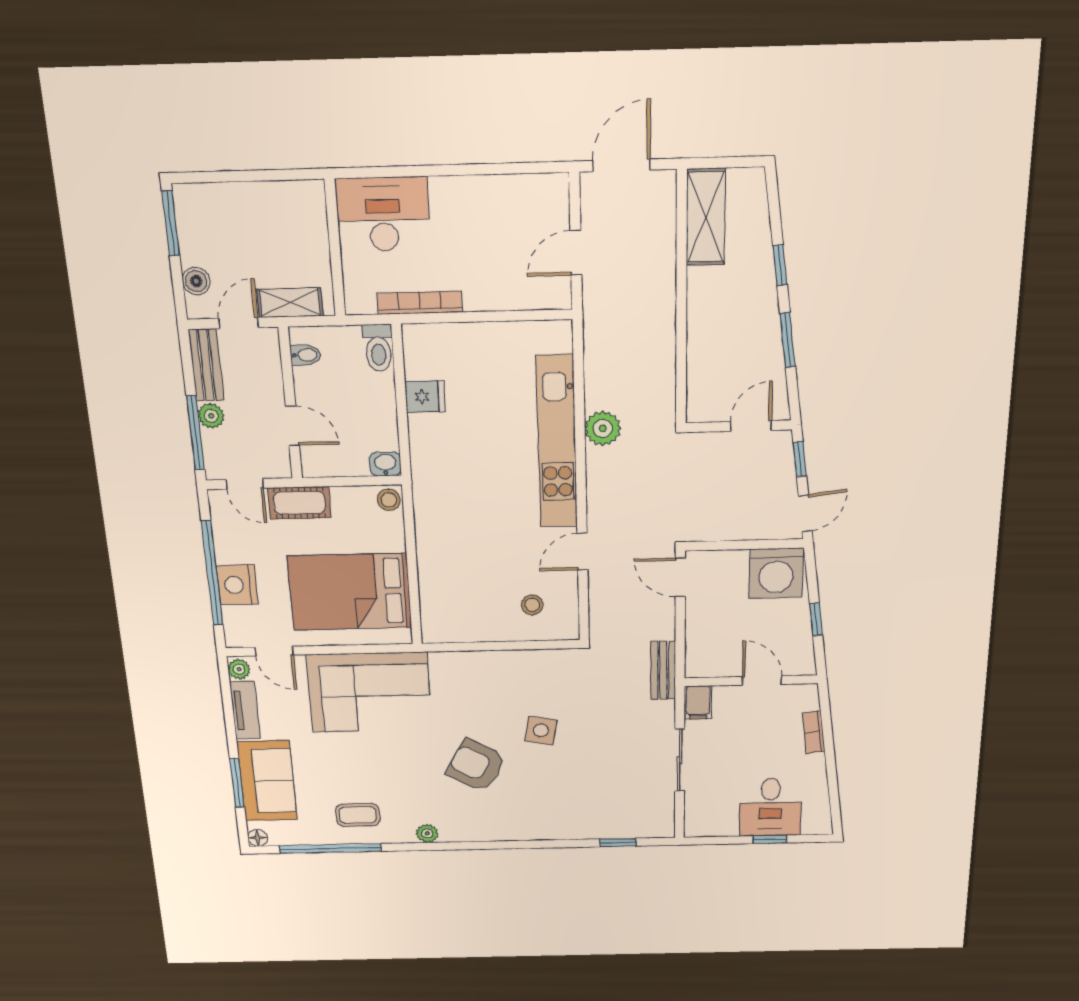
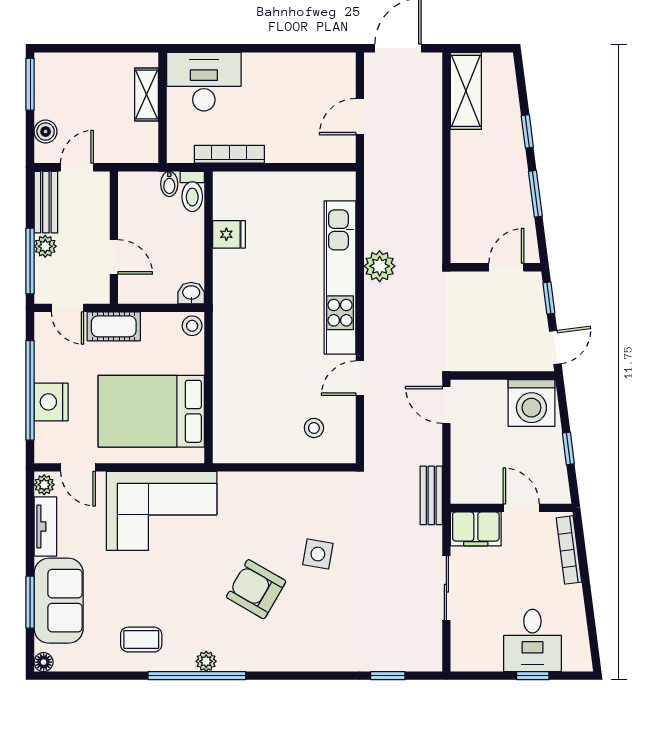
shelving: (290, 303) -> (147, 95), moved, turned 90
bidet: (305, 355) -> (169, 184), moved, turned 90
filing cabinet: (698, 703) -> (476, 529), width x2.00
bookcase: (814, 732) -> (569, 550), width x1.56
window: (330, 848) -> (197, 676), moved

